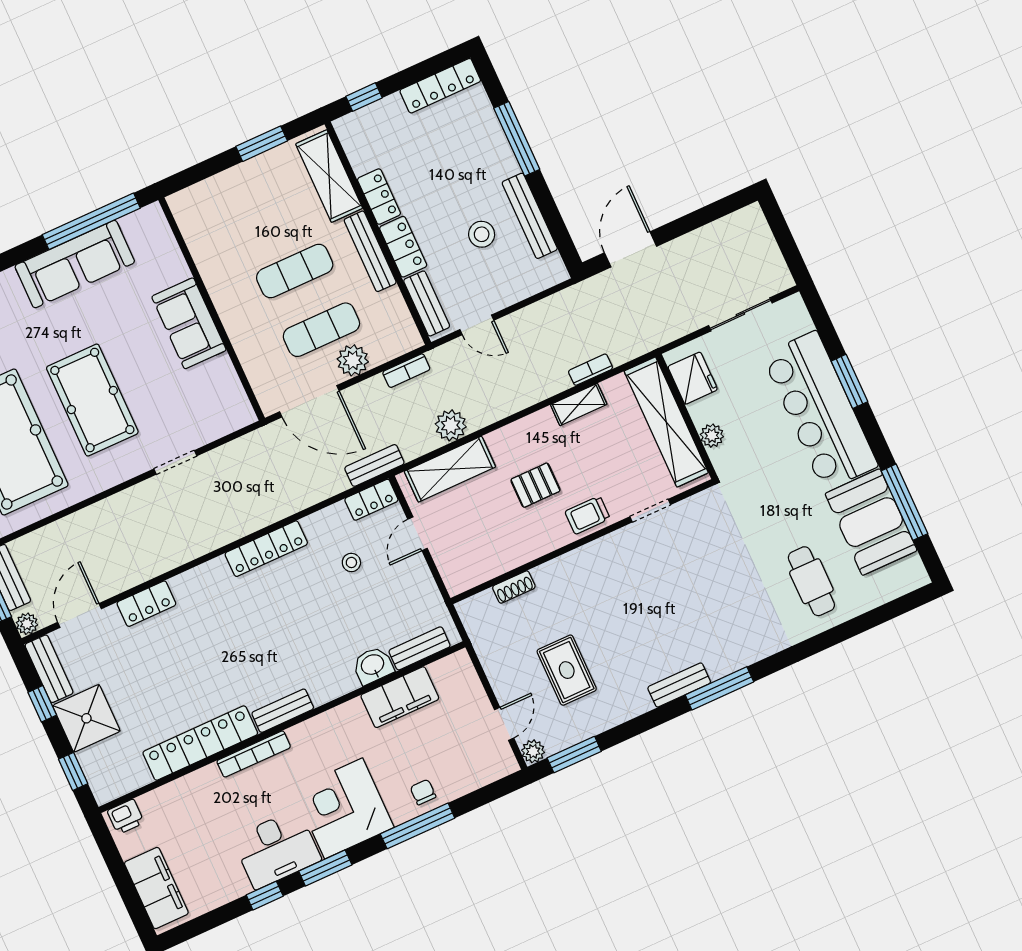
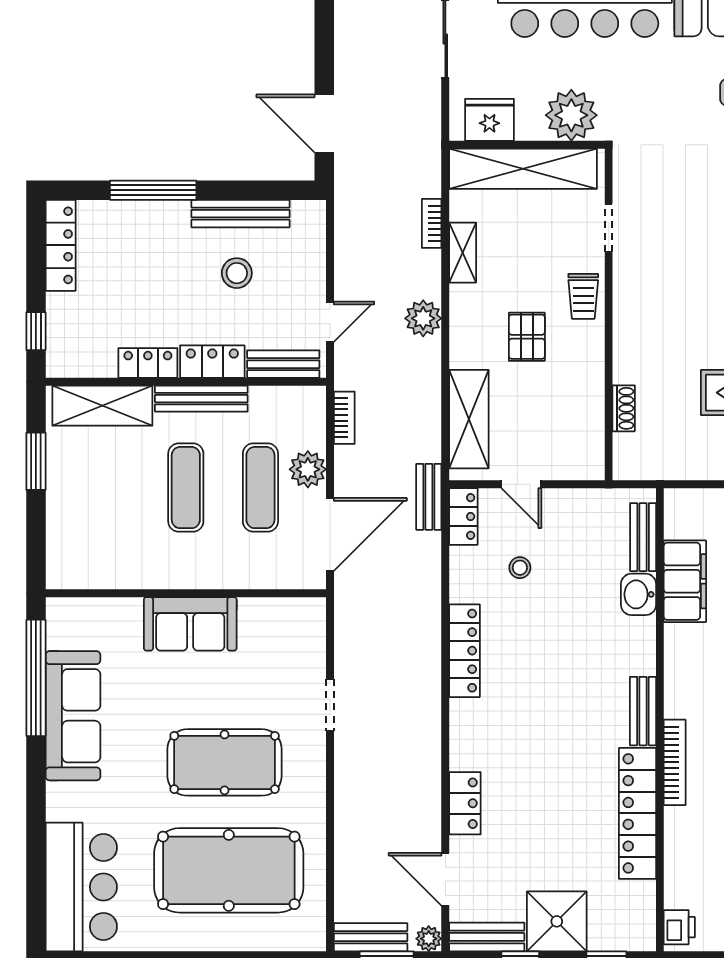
plant: (451, 425) -> (423, 318), moved
plant: (712, 436) -> (571, 115), width x1.87, depth x1.87

